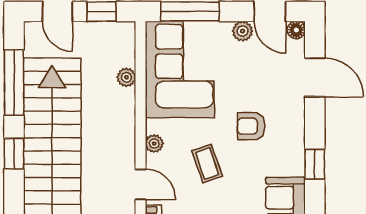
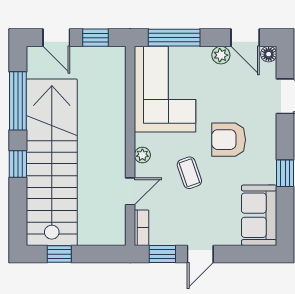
plant: (126, 77) -> (118, 96), removed
armchair: (251, 126) -> (229, 140), width x1.38, depth x1.38
door: (141, 184) -> (130, 191), hinge flipped

